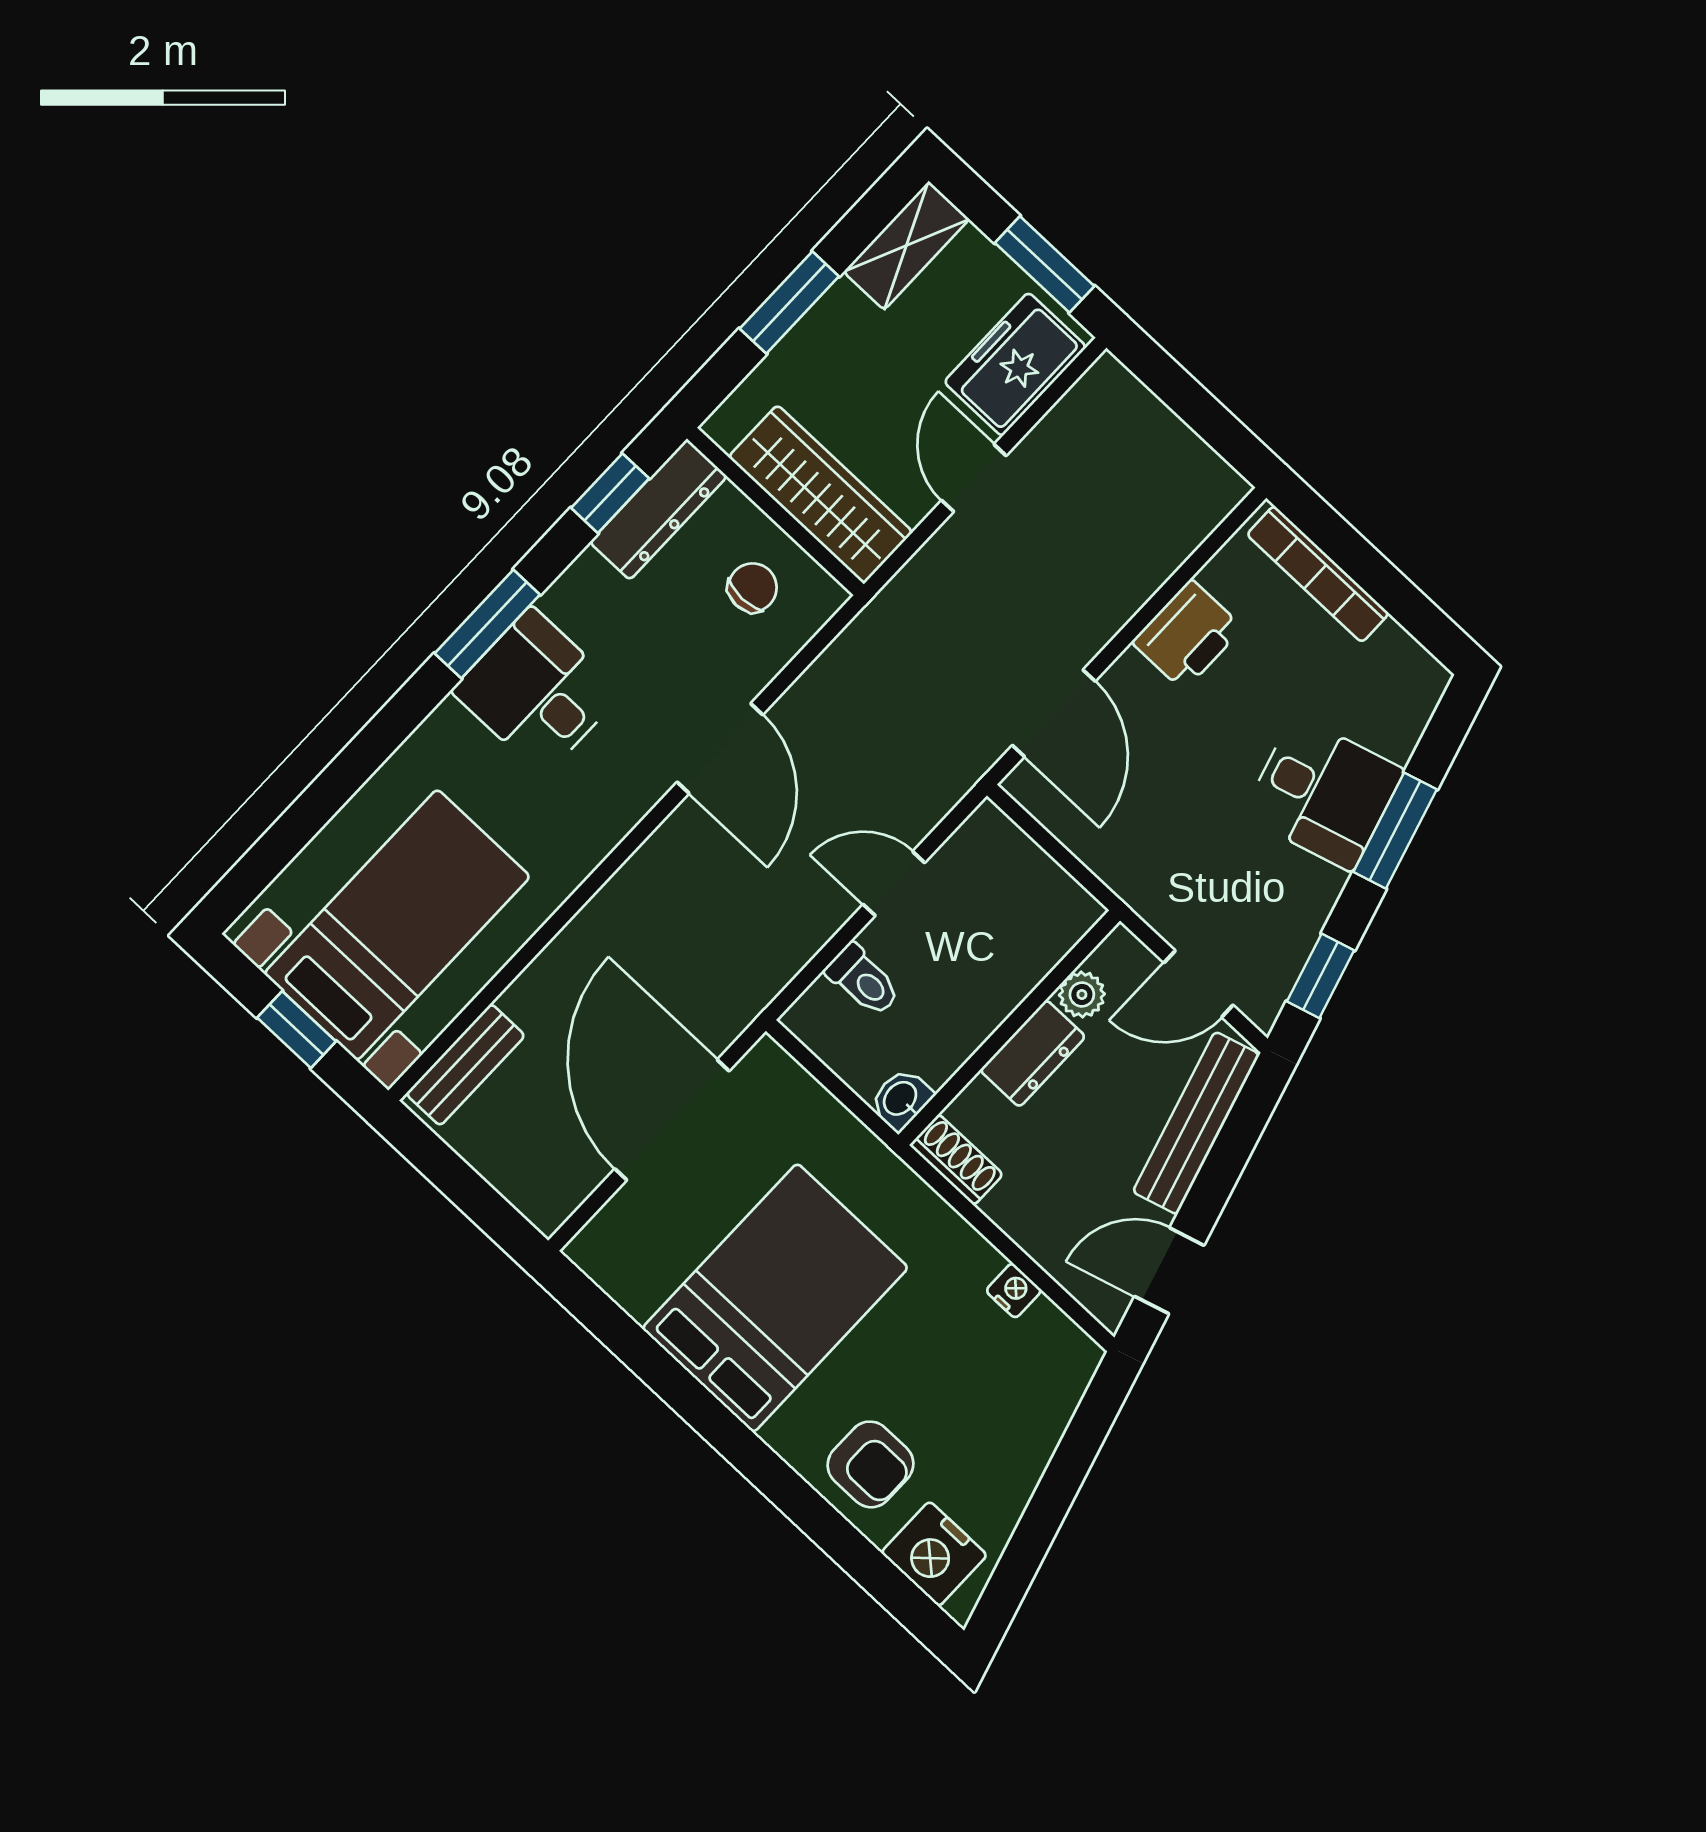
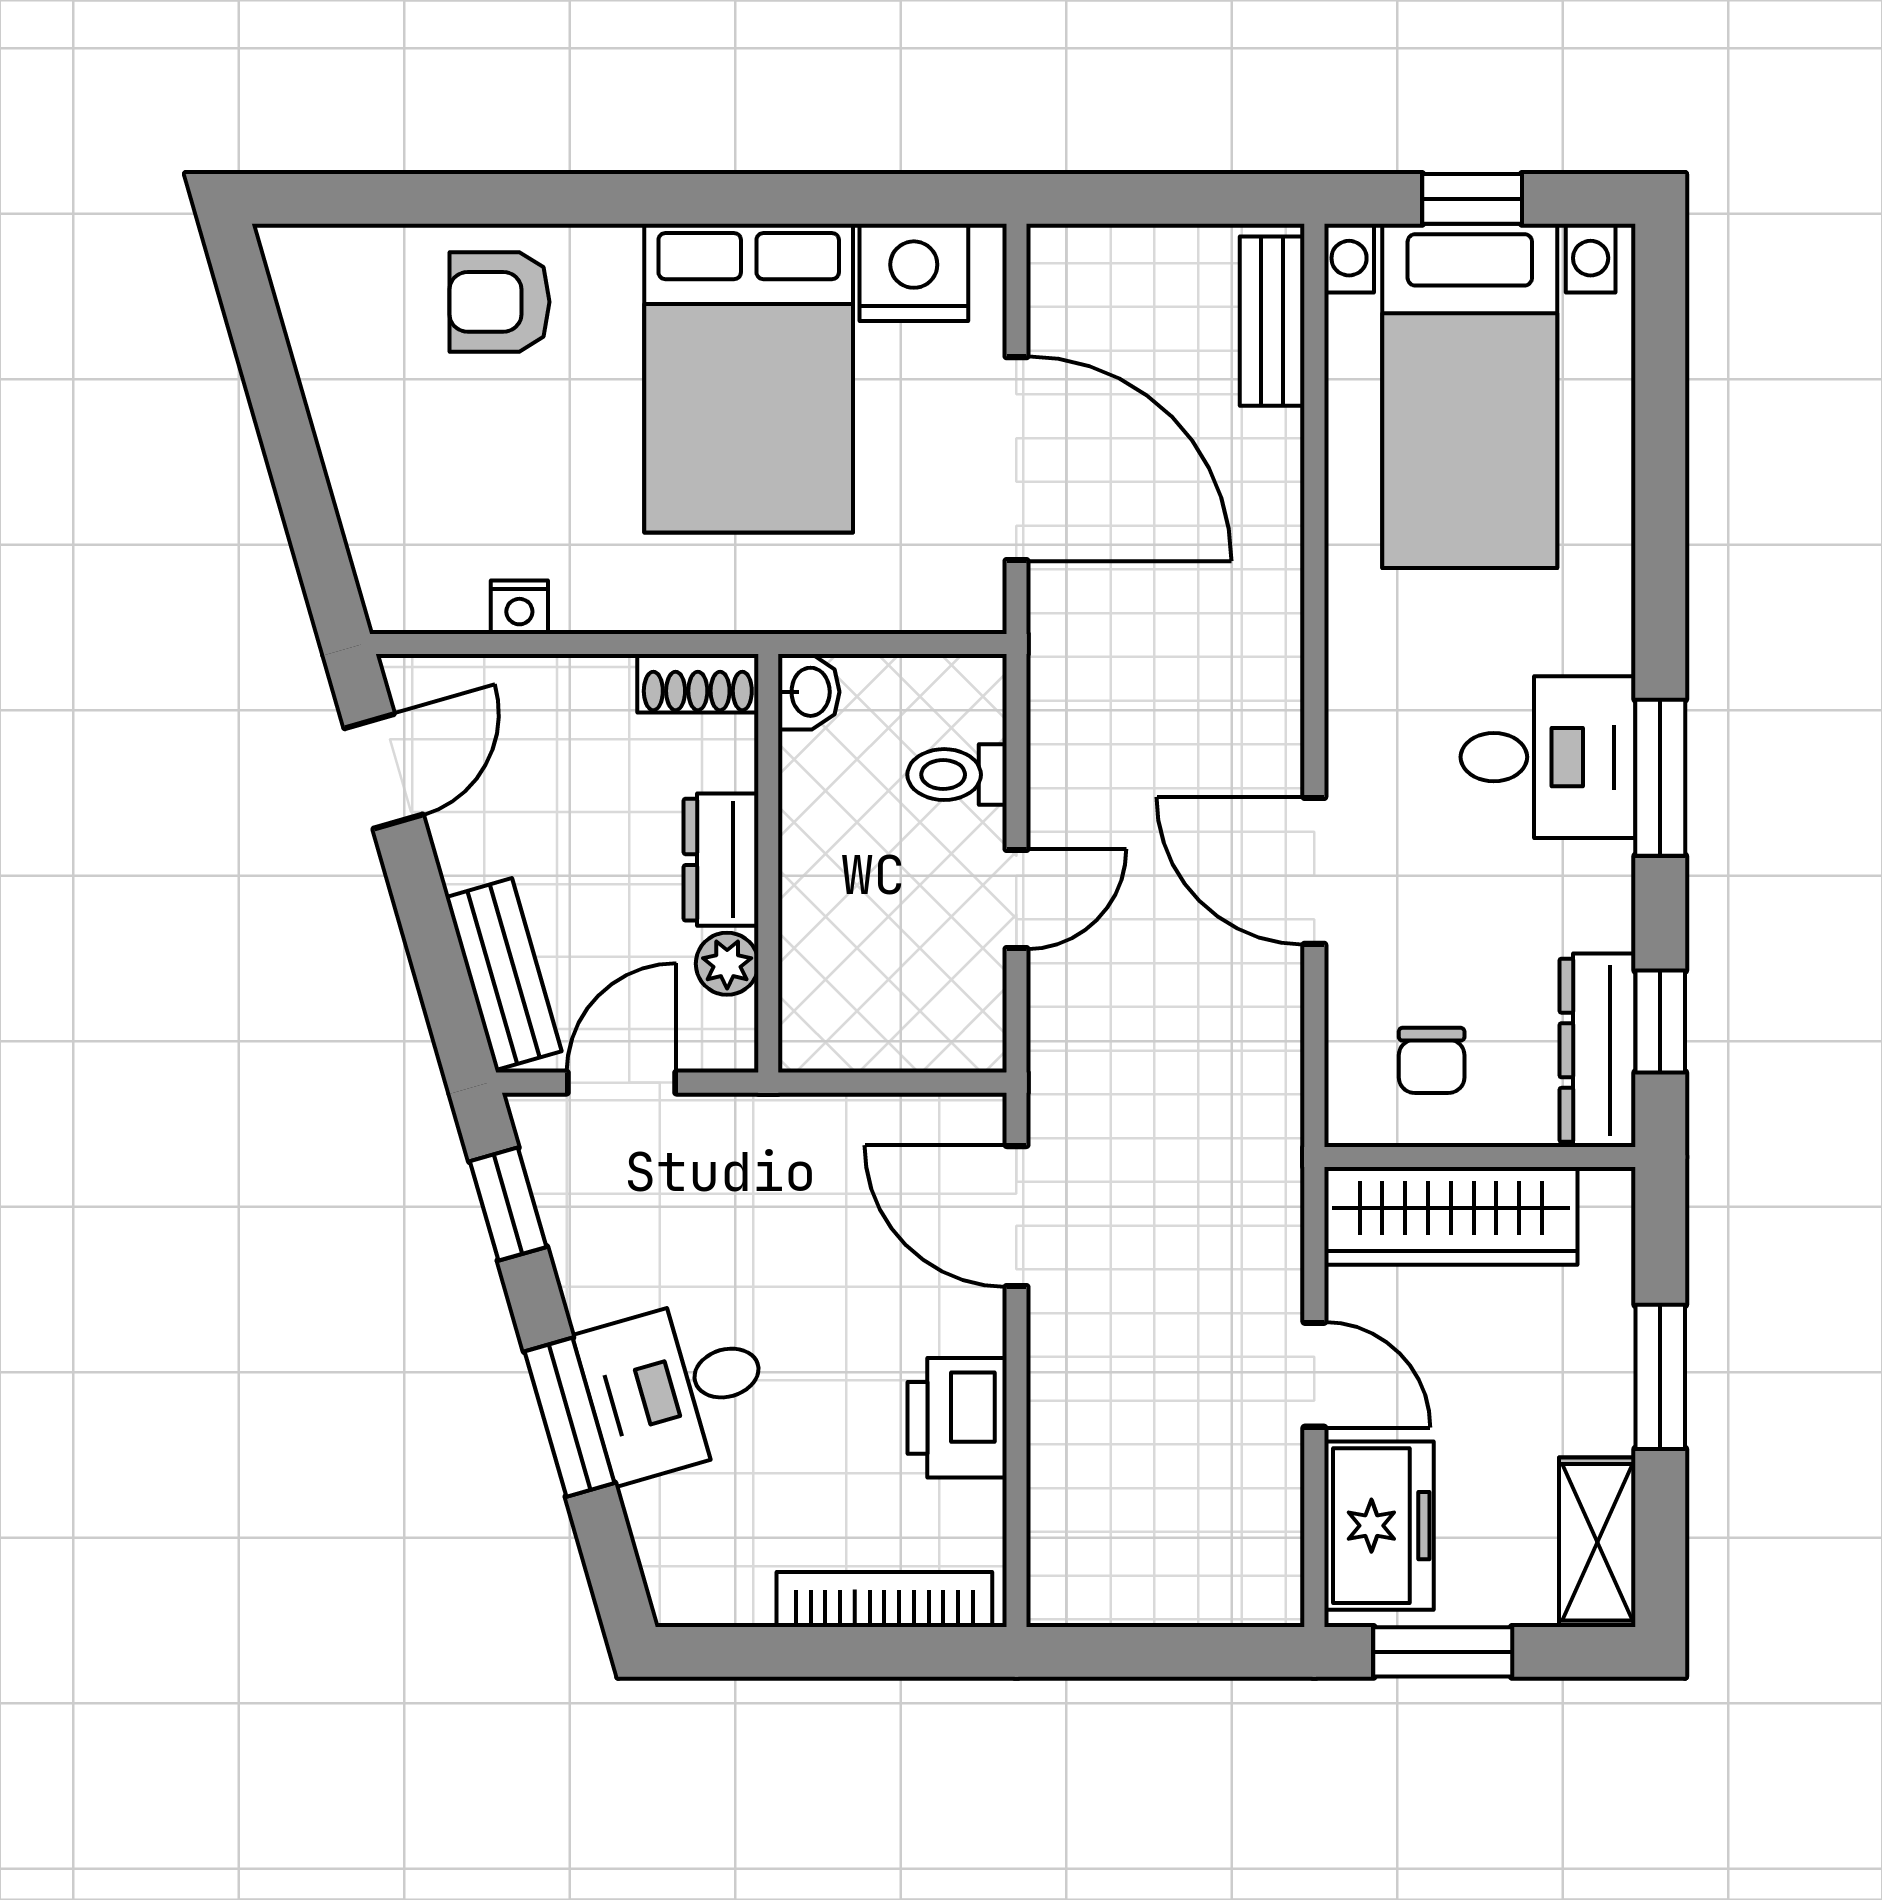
bench: (1196, 1123) -> (504, 974), width x0.73
nightstand: (934, 1554) -> (914, 272), moved

